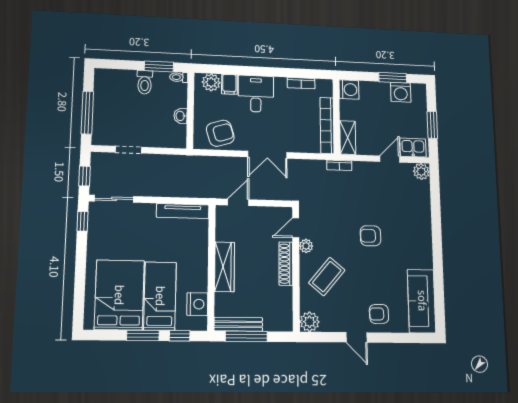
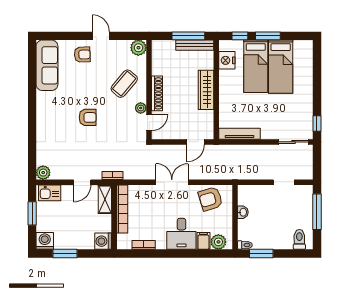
toilet: (145, 82) -> (299, 239), moved
washing machine: (401, 92) -> (45, 241), moved
door: (390, 159) -> (82, 182), moved
window: (84, 176) -> (317, 160), removed
bed: (119, 295) -> (281, 67), width x0.67

